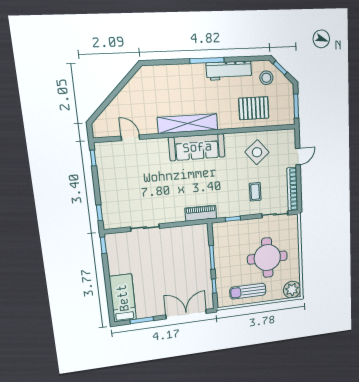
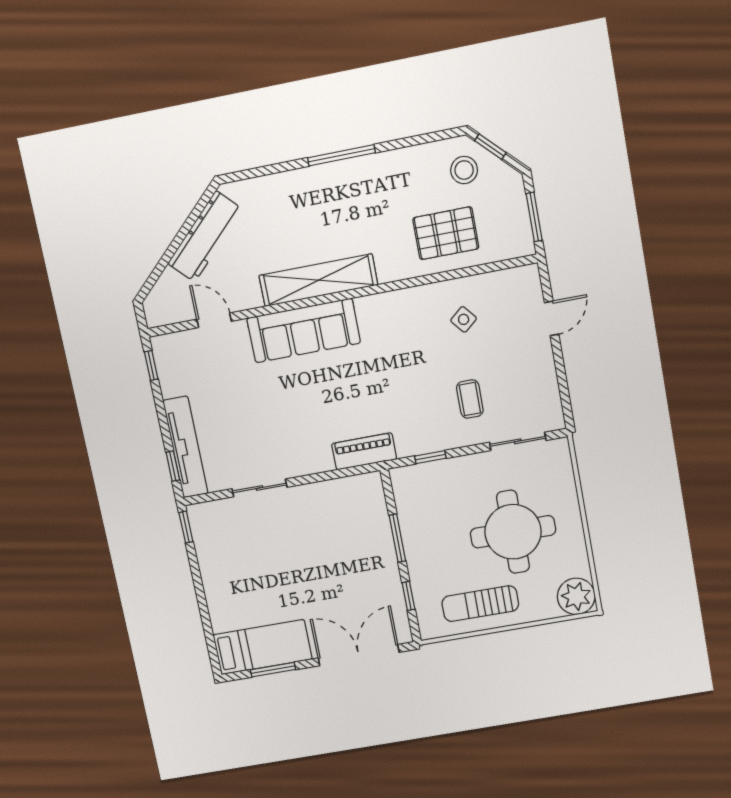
workbench: (229, 71) -> (205, 237), moved, turned -44
sofa: (197, 147) -> (304, 331), moved
side table: (257, 152) -> (464, 319), width x0.54, depth x0.54
bookcase: (292, 189) -> (549, 386), removed
tv unit: (108, 203) -> (185, 447), added
bed: (123, 298) -> (263, 647), moved, turned 90

